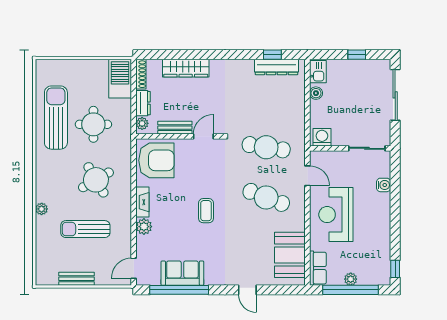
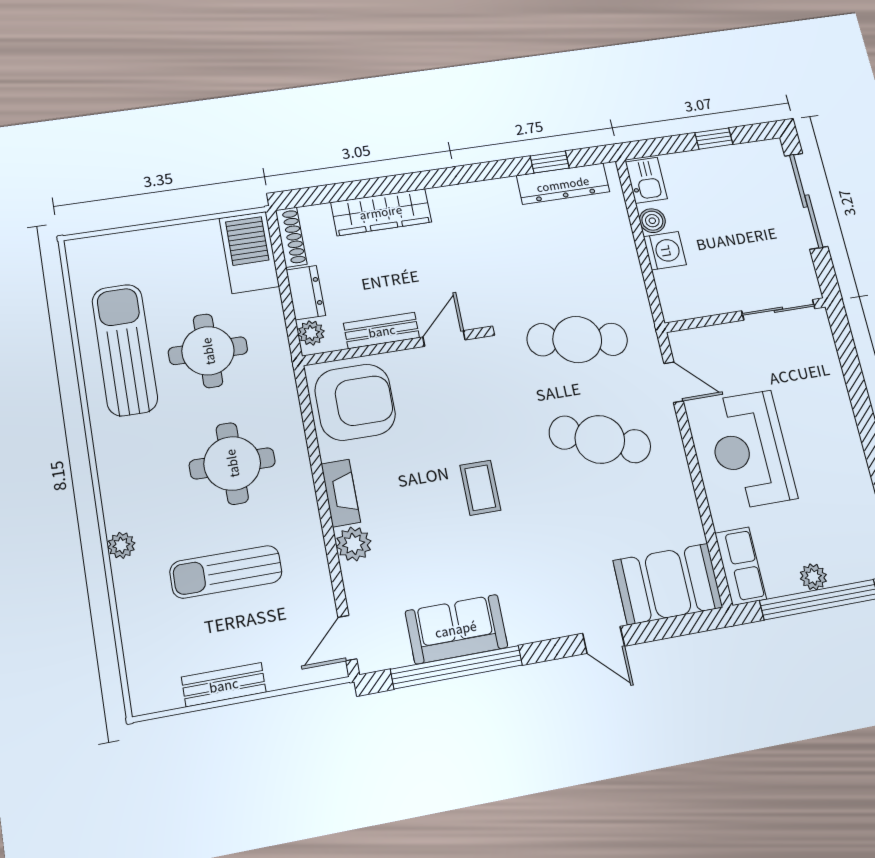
washing machine: (322, 137) -> (665, 251), moved, turned 90
round table: (96, 180) -> (232, 463), turned 30
water cooler: (384, 185) -> (830, 375), removed
booth: (290, 255) -> (668, 584), moved, turned 90

